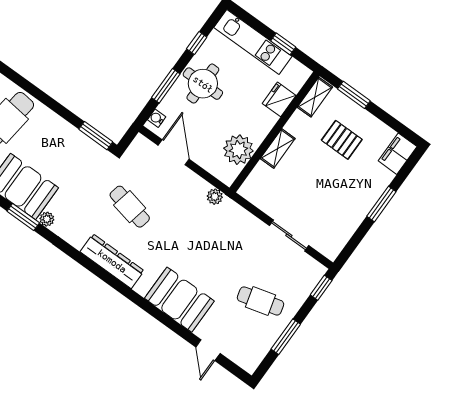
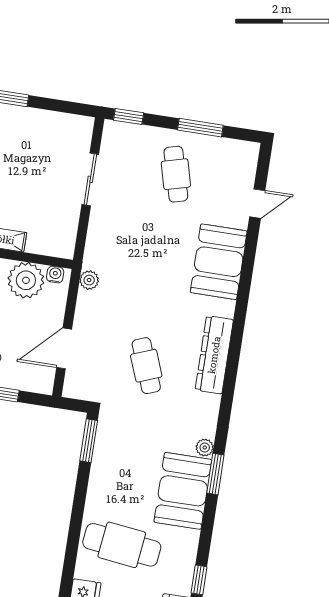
water cooler: (157, 118) -> (55, 275), moved, turned 180
cafe table: (130, 207) -> (146, 366), turned -33

